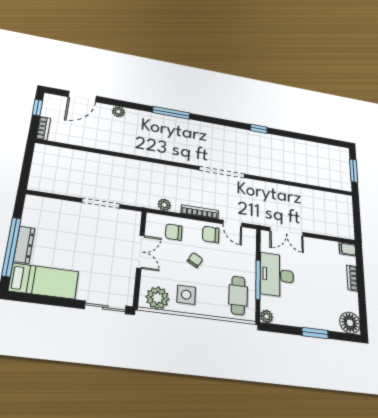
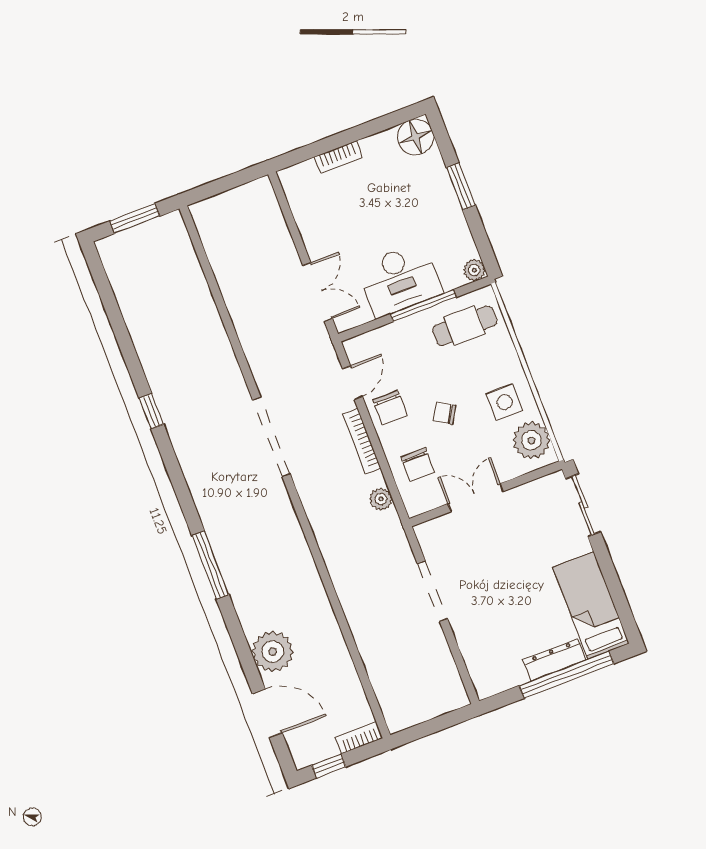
plant: (118, 112) -> (273, 652), width x1.88, depth x1.88
filing cabinet: (347, 249) -> (291, 181), removed

